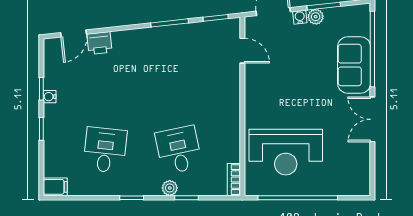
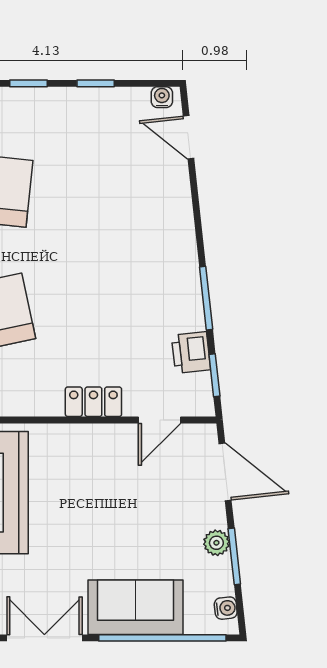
water cooler: (300, 17) -> (226, 608), moved
printer: (99, 43) -> (191, 353), moved
locker: (231, 90) -> (93, 402), added
water cooler: (50, 97) -> (162, 97), moved

